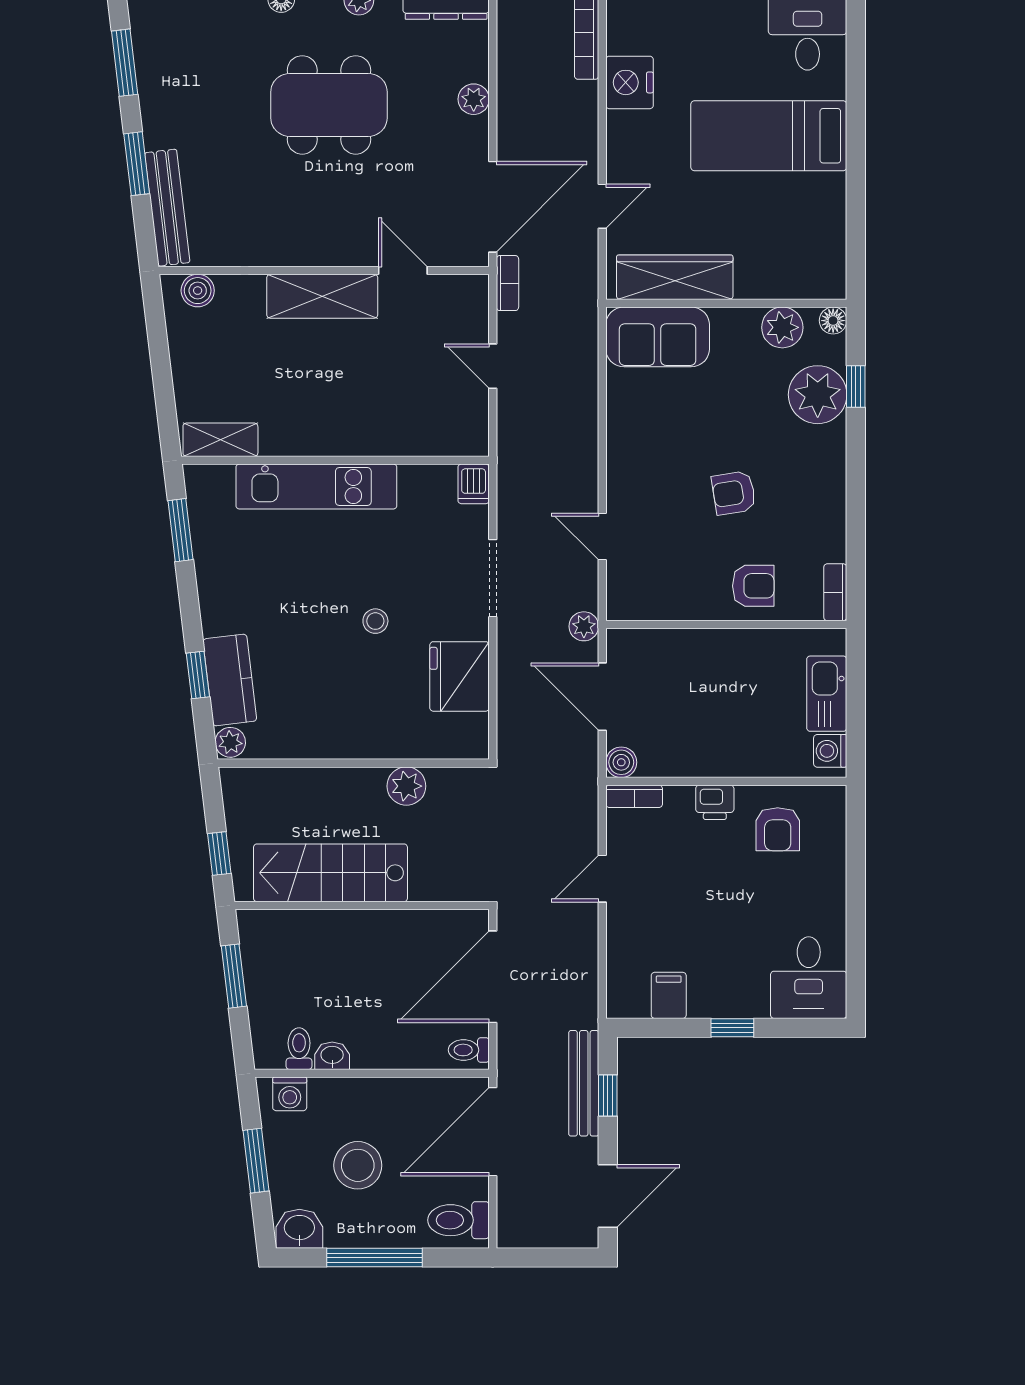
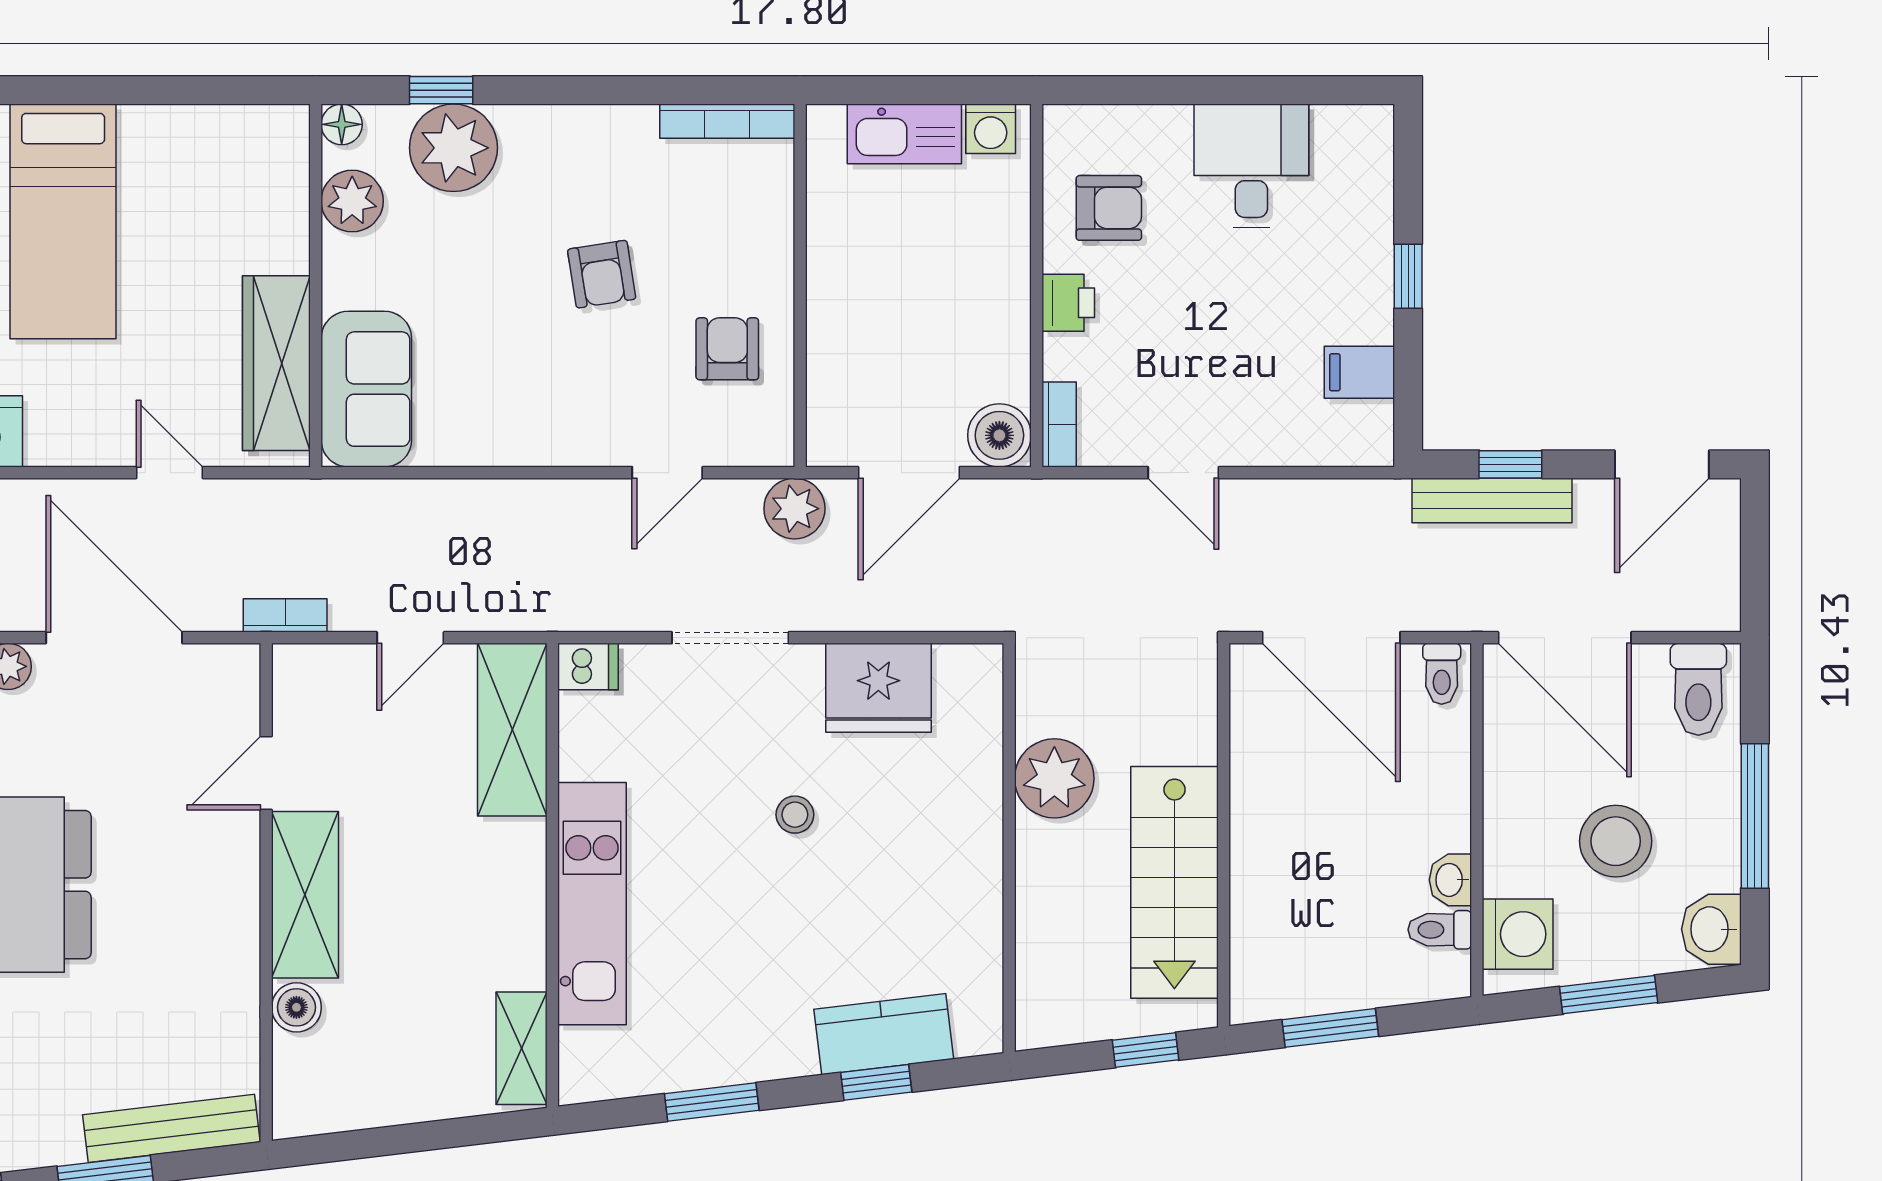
door: (493, 207) -> (114, 638), moved
boiler: (198, 291) -> (296, 1007), moved
shelving: (432, 434) -> (512, 730), added
window: (181, 530) -> (712, 1102), moved
armchair: (753, 586) -> (727, 349), moved
bookcase: (835, 592) -> (727, 121), width x1.56
plant: (584, 626) -> (794, 509), width x1.38, depth x1.38
plant: (230, 742) -> (978, 1033), removed
boiler: (621, 762) -> (999, 435), width x1.36, depth x1.36
plant: (406, 786) -> (1054, 778), width x1.36, depth x1.36
desk: (809, 978) -> (1251, 166), moved, turned -90
washing machine: (290, 1094) -> (1518, 934), width x1.38, depth x1.38
door: (608, 1196) -> (1662, 464), swing flipped

